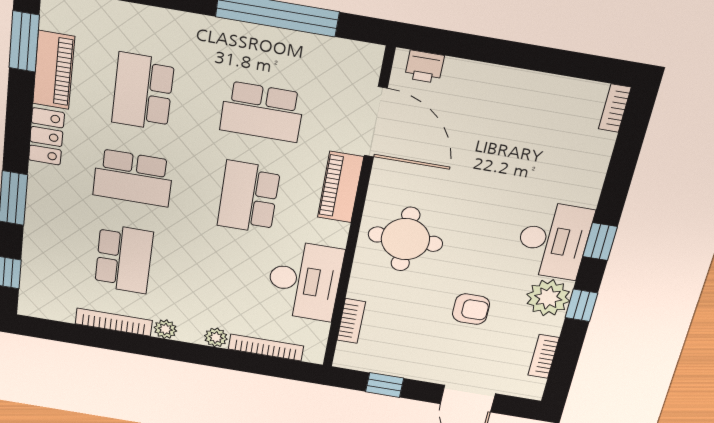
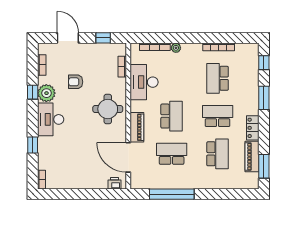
window: (600, 242) -> (33, 145), moved
plant: (165, 329) -> (197, 48), removed

